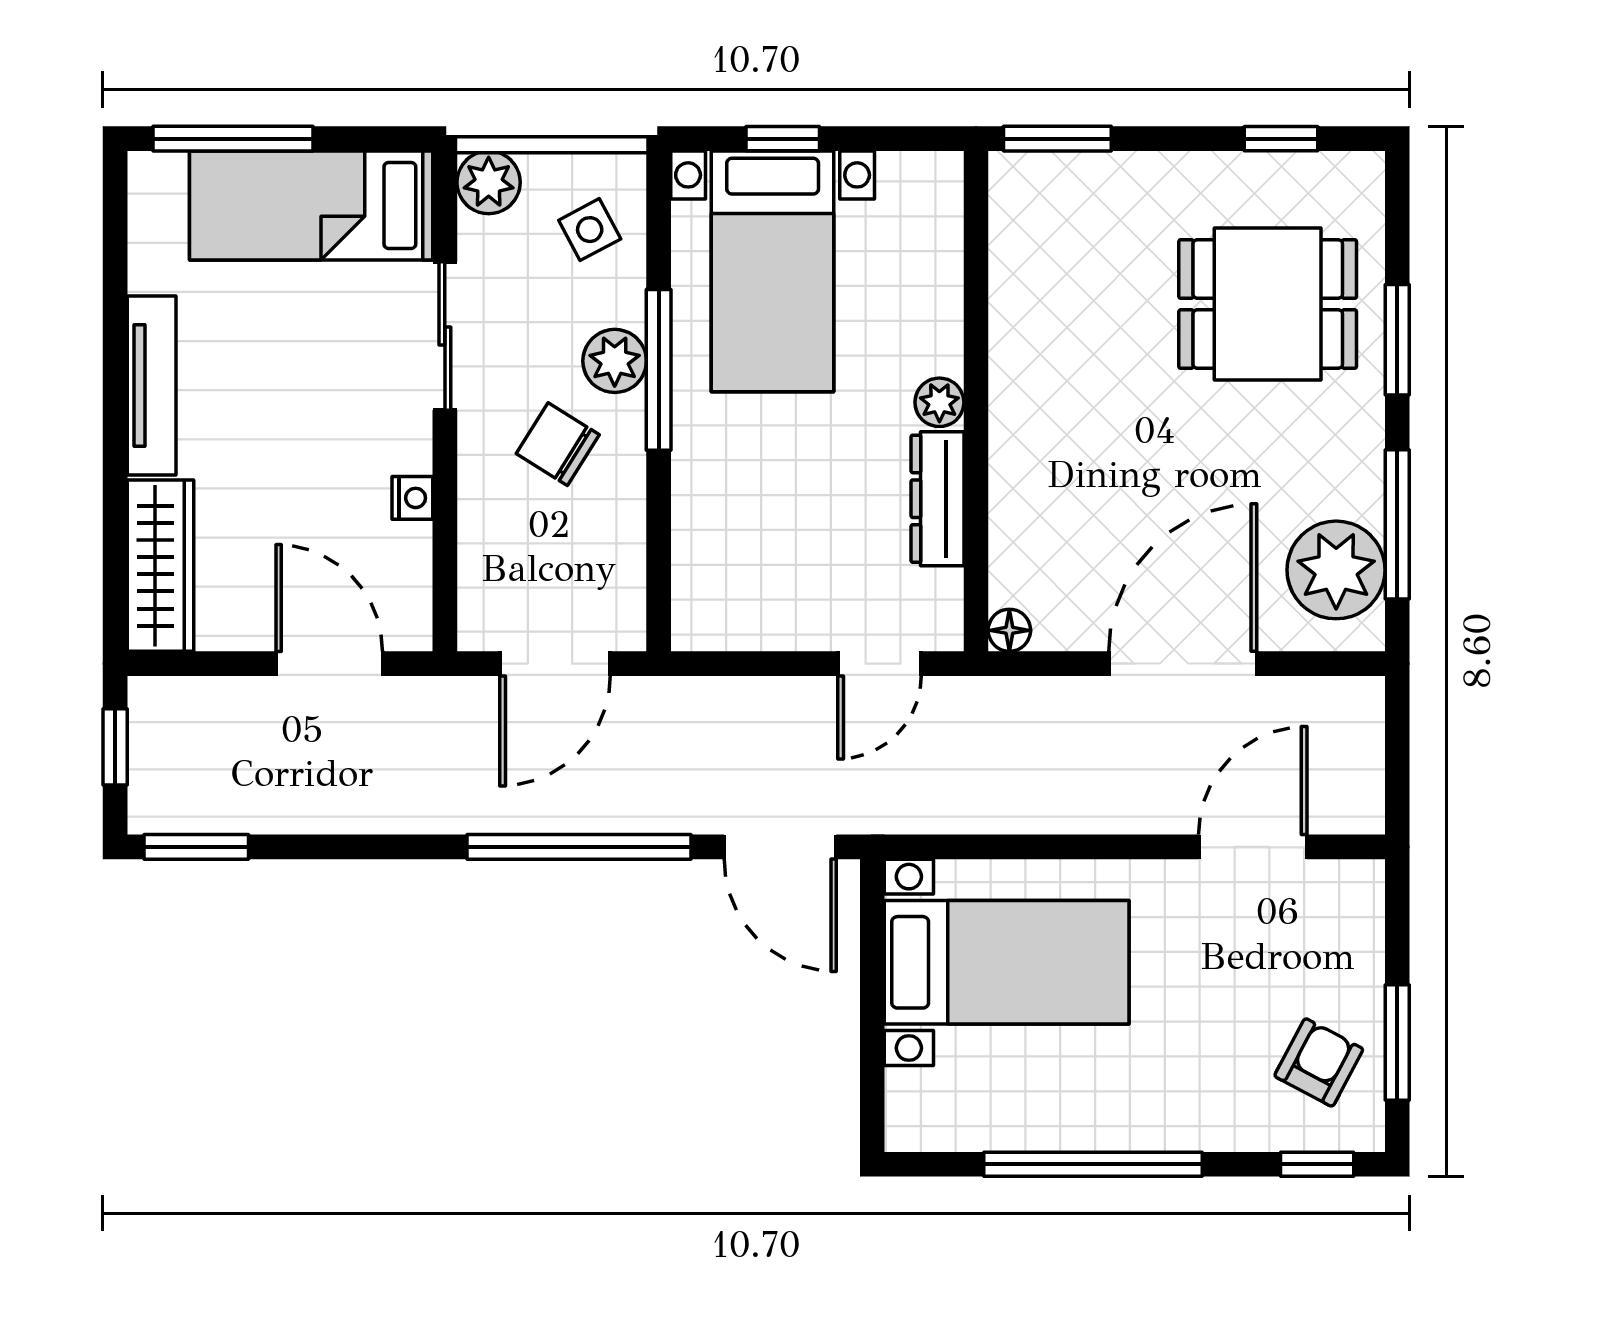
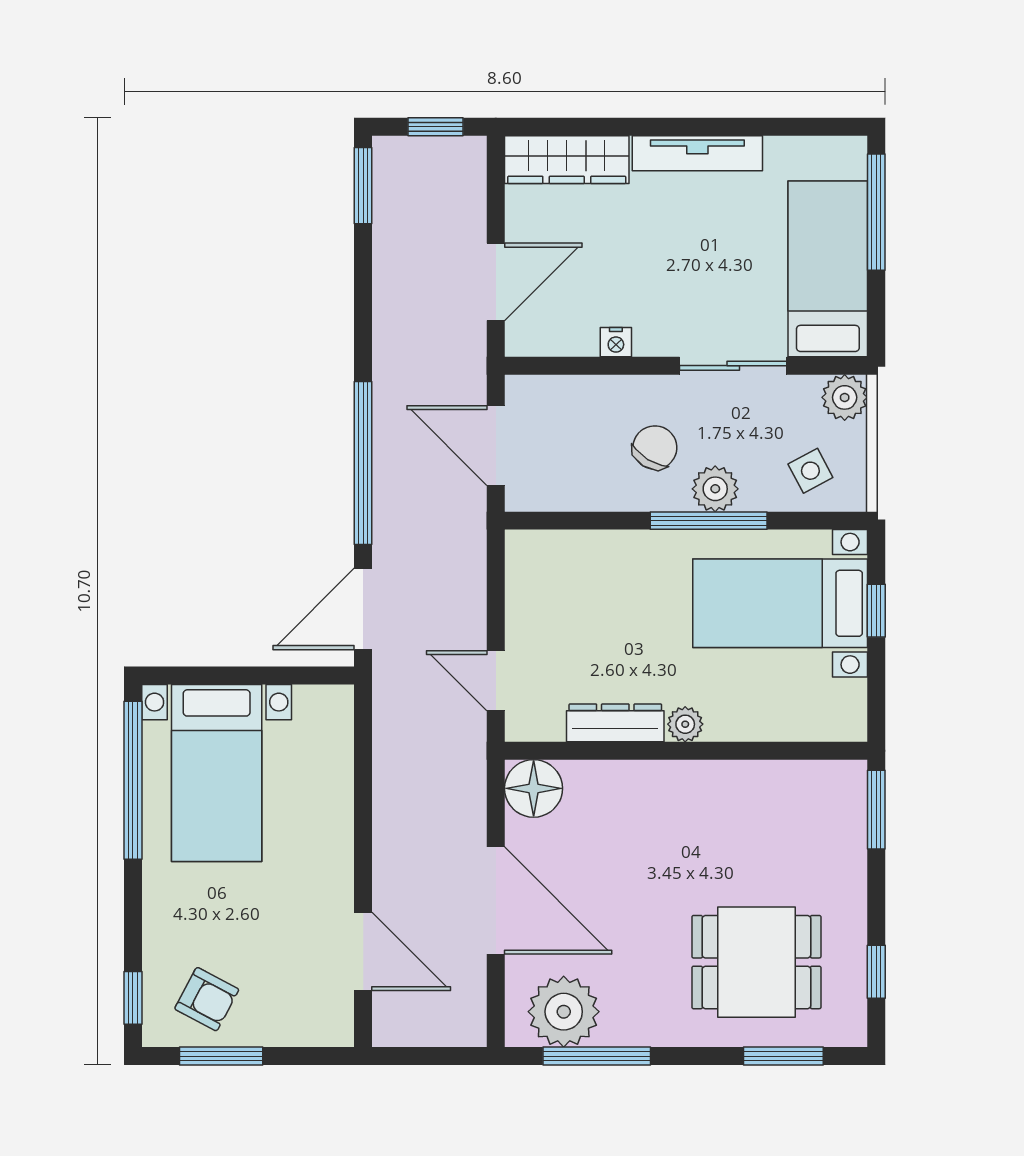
dining table: (1268, 304) -> (756, 962), turned 90
window: (1397, 340) -> (783, 1056), moved
floor lamp: (1009, 630) -> (534, 788), width x1.89, depth x1.89
bed with nightstands: (1007, 962) -> (217, 773), moved
window: (1093, 1164) -> (133, 780), moved

